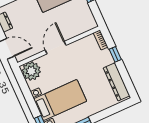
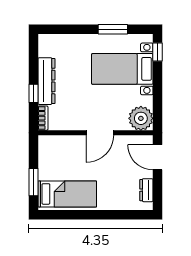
dresser: (117, 82) -> (46, 81), moved

